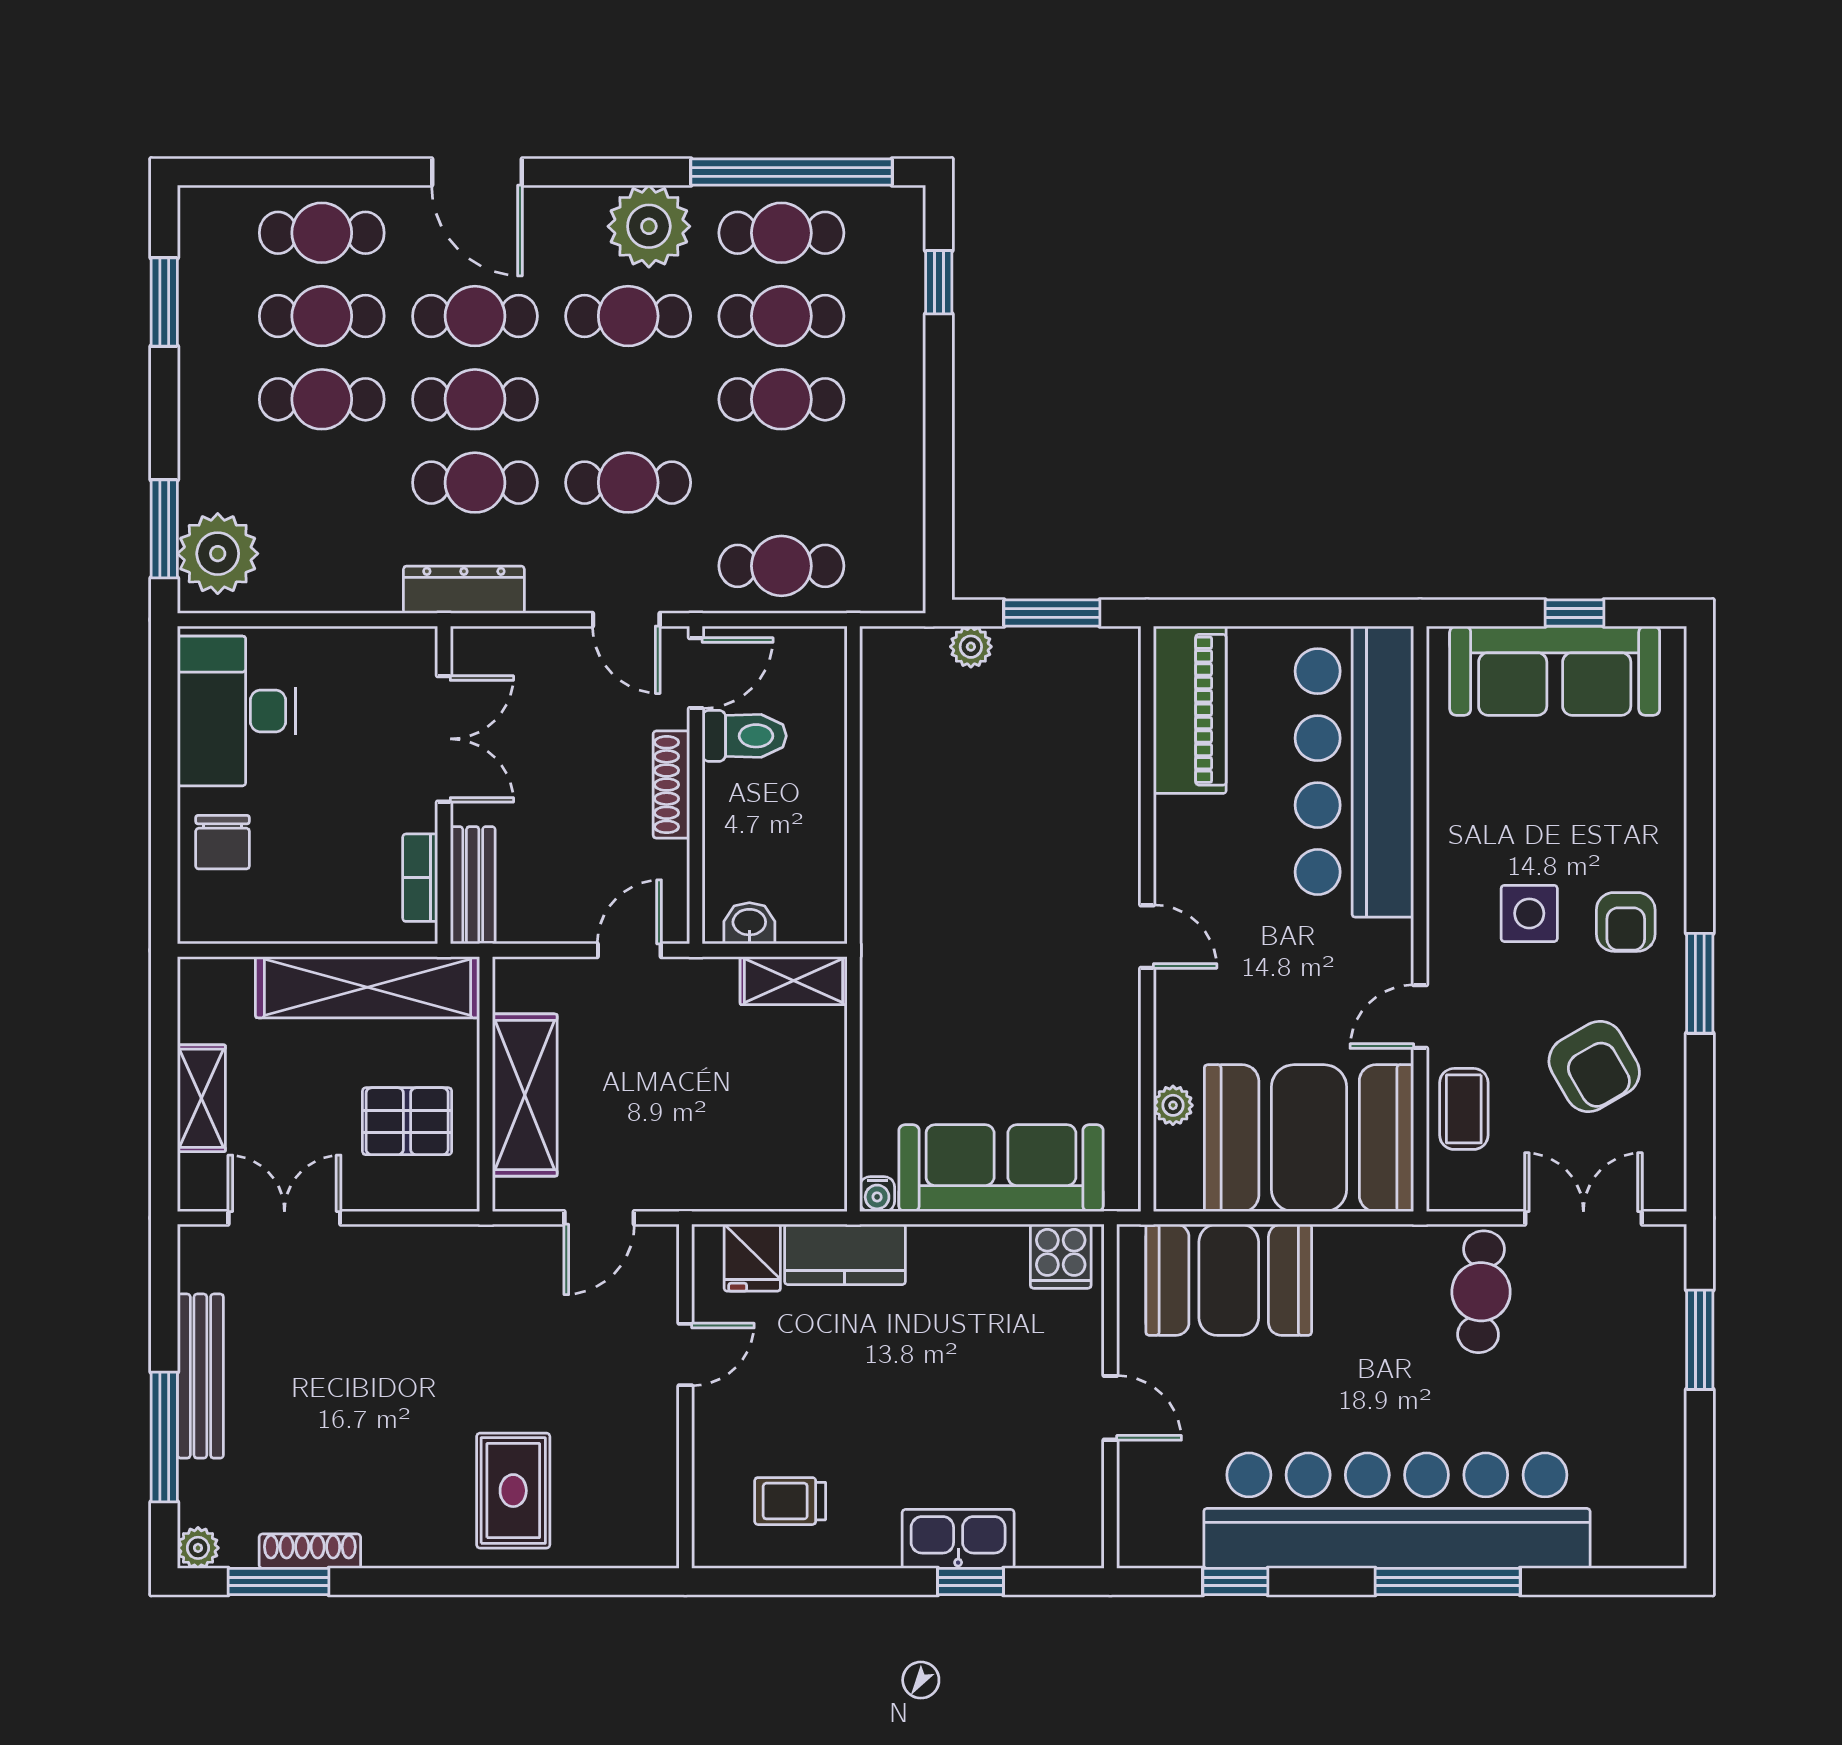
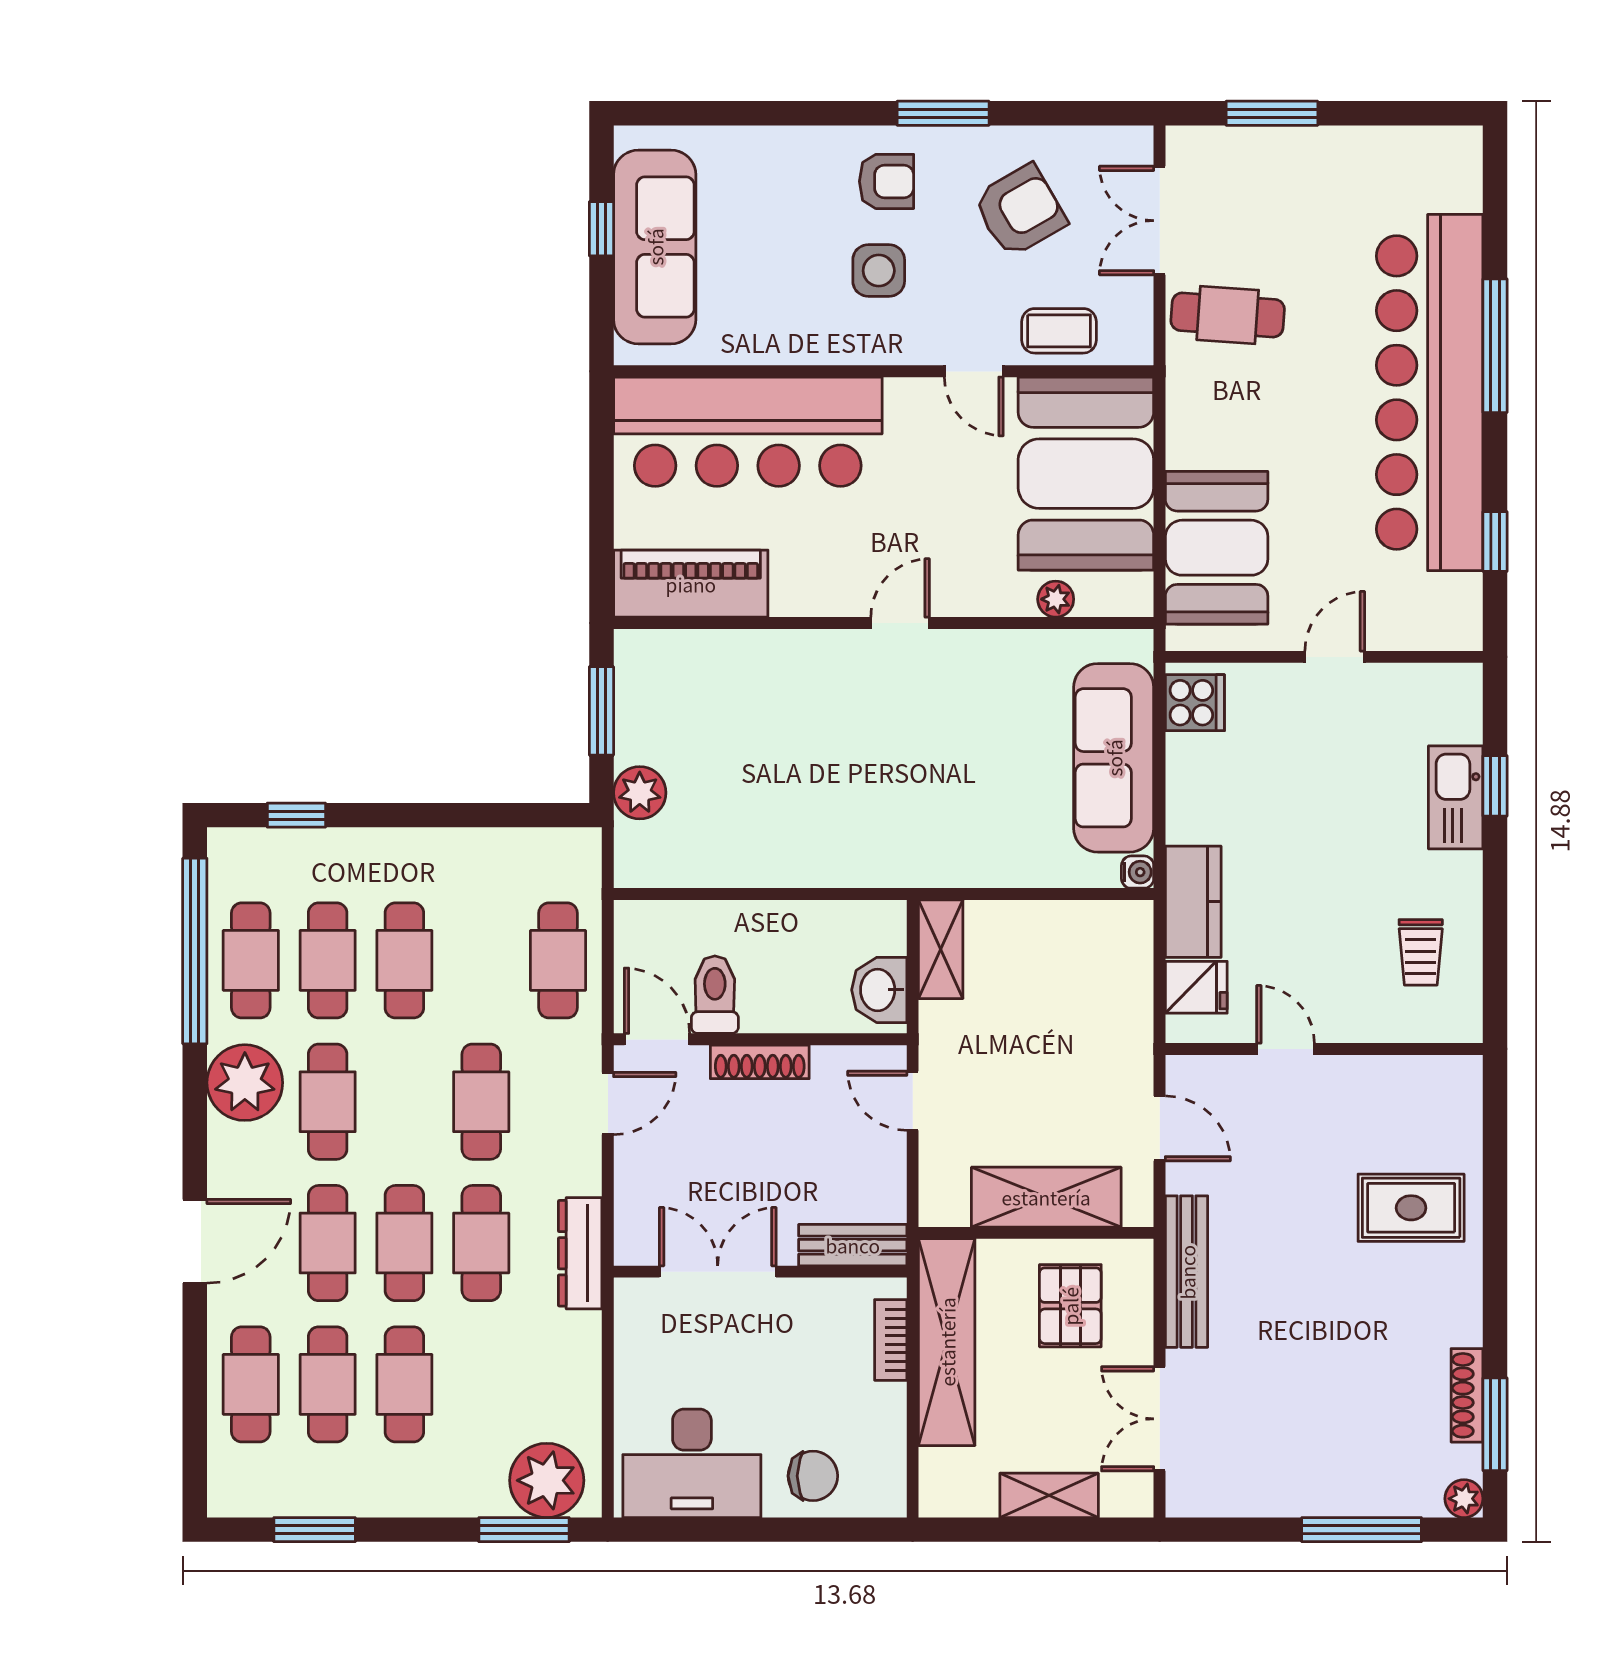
plant: (971, 647) -> (640, 793), width x1.38, depth x1.38
bookcase: (420, 878) -> (891, 1340), moved, turned 90
washbasin: (749, 923) -> (879, 990), width x1.38, depth x1.45
bench: (200, 1376) -> (1187, 1272), moved, turned 90

